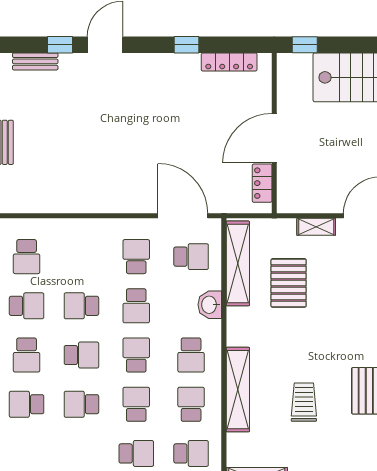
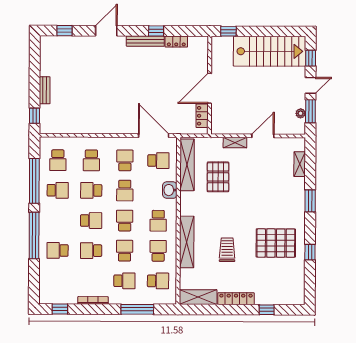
window: (60, 45) -> (64, 31), moved
bench: (35, 61) -> (145, 41), moved, width x1.36
locker: (229, 62) -> (176, 42), width x0.66
school desk: (27, 355) -> (91, 160), moved

